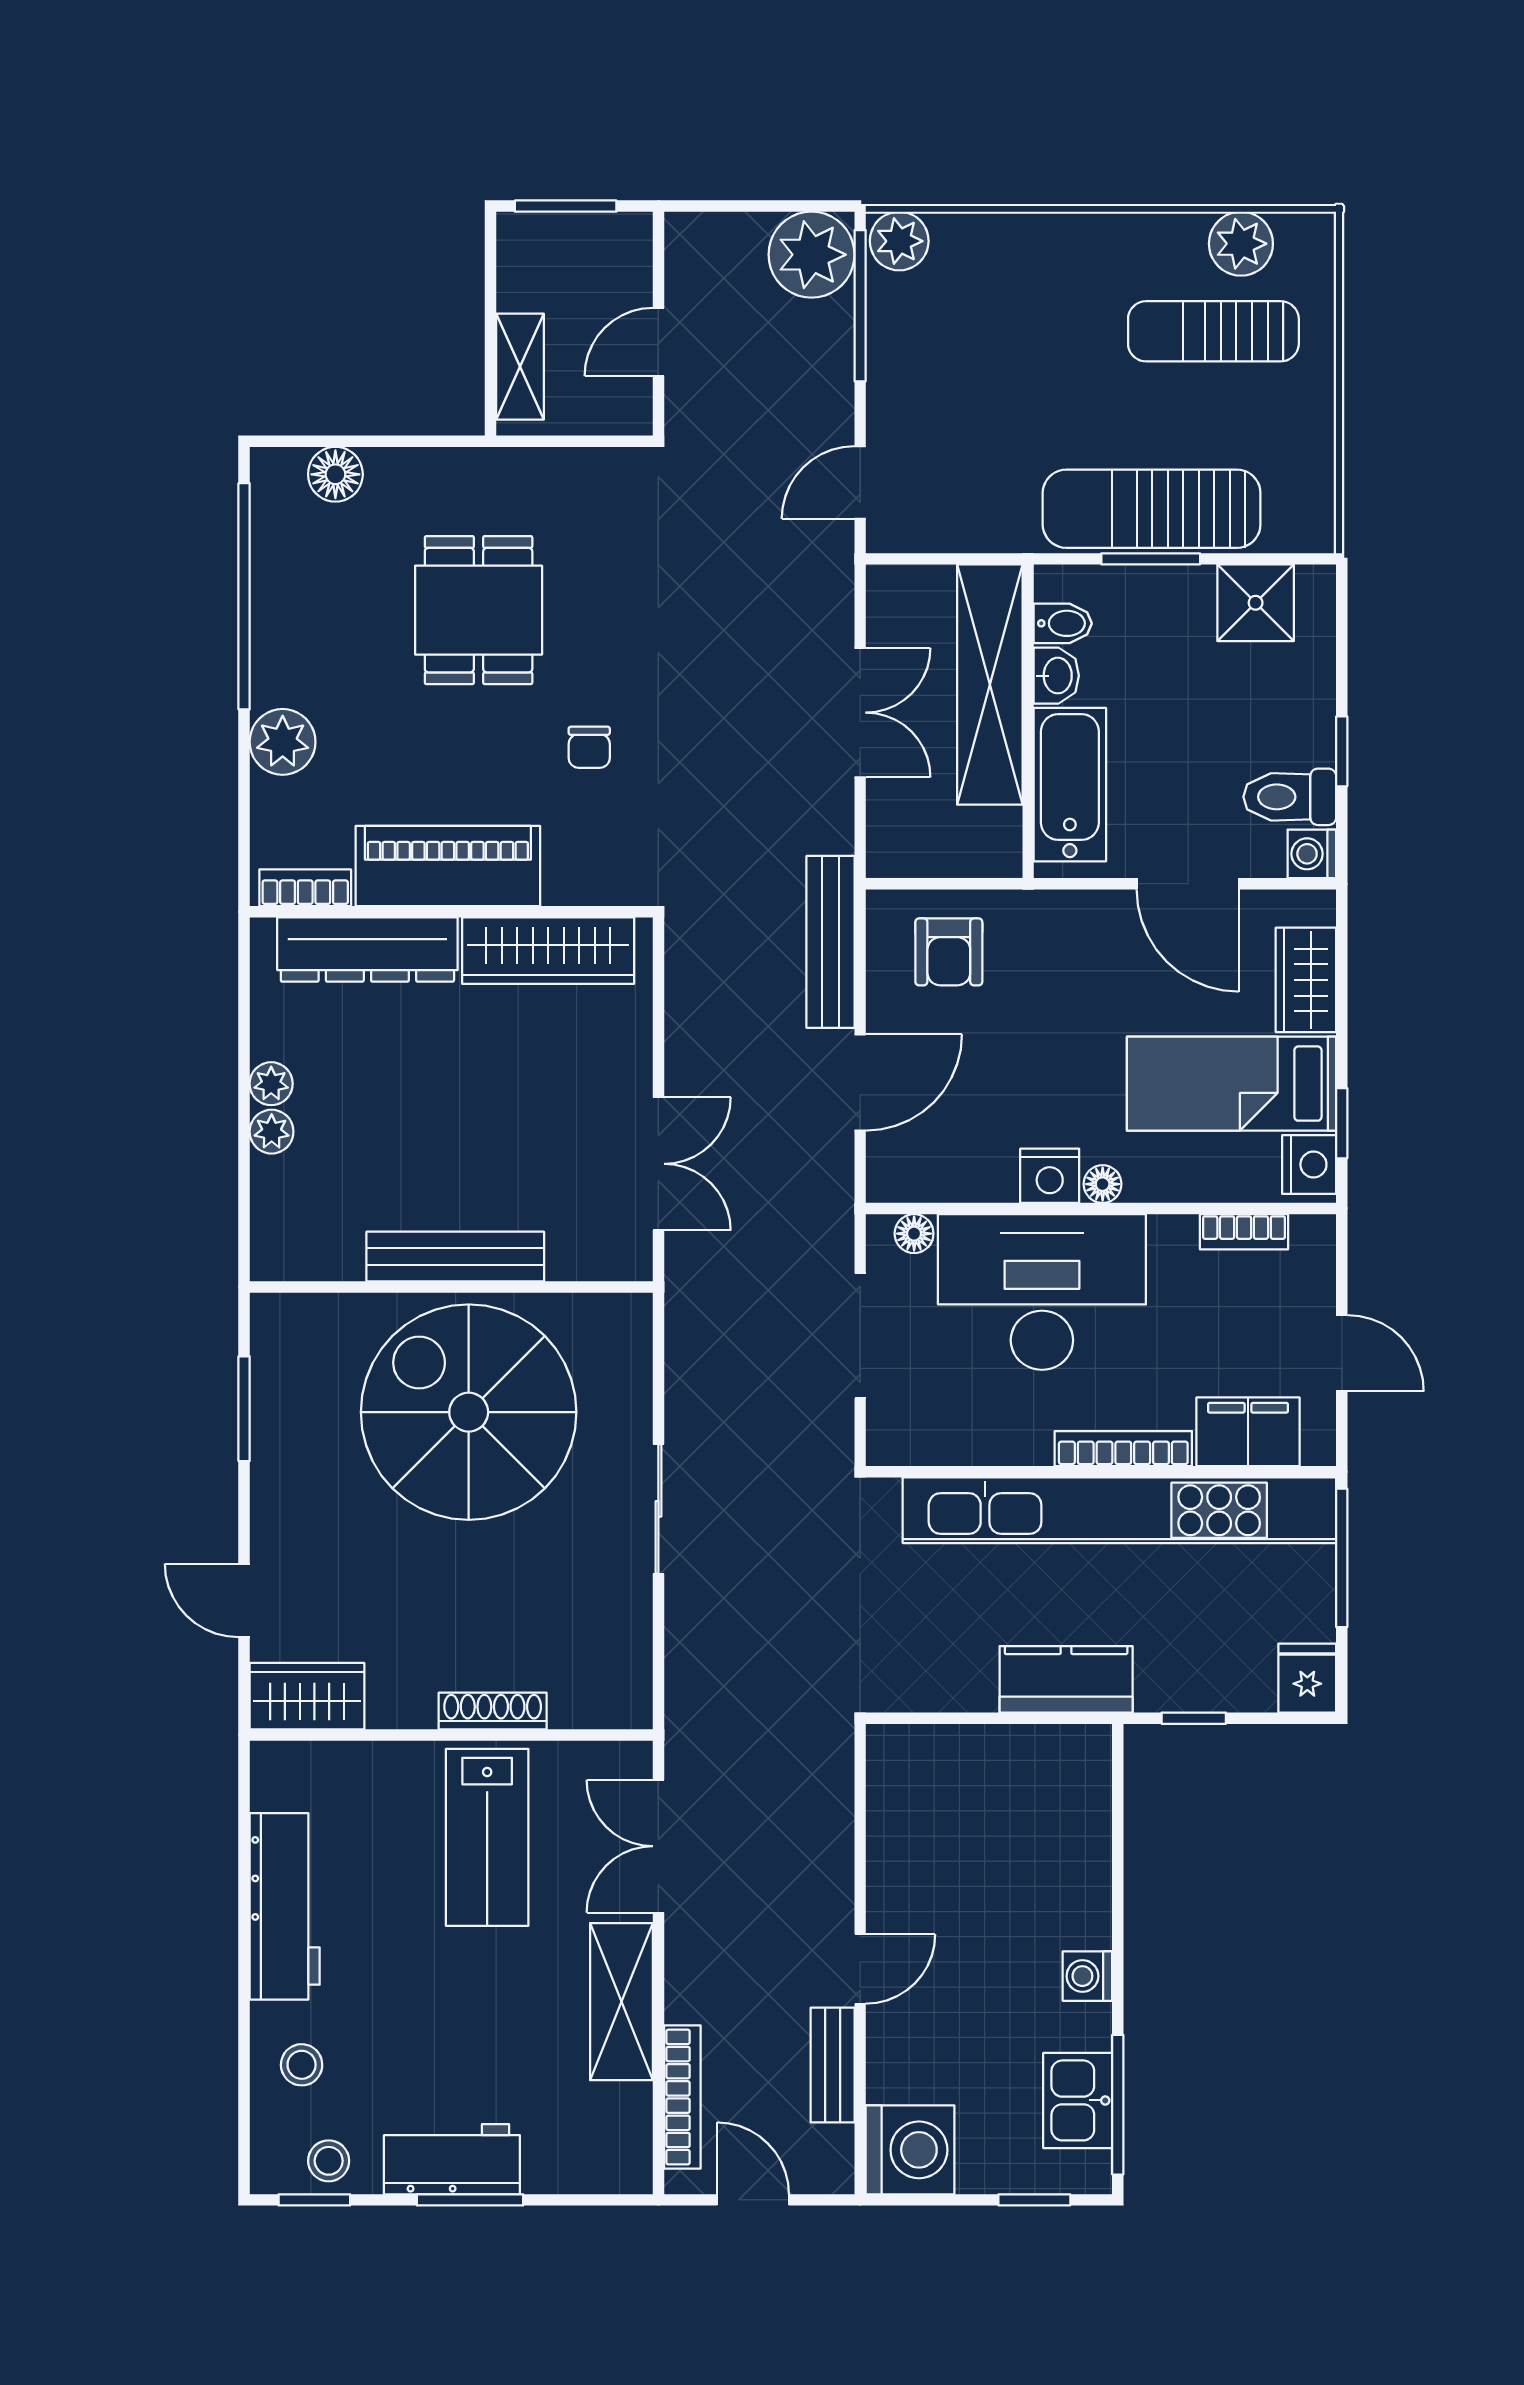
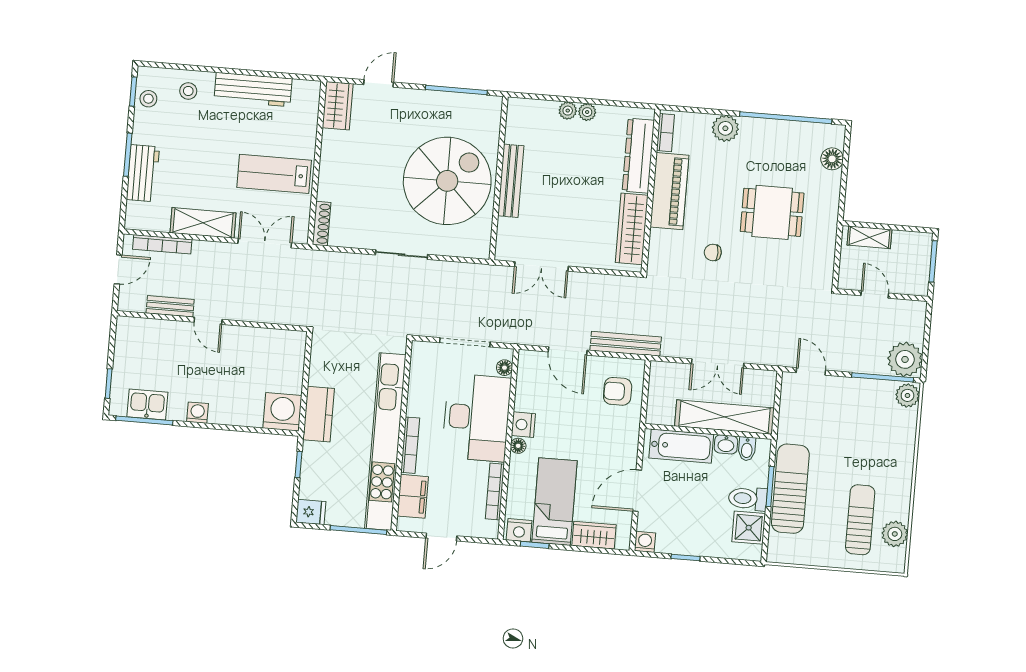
toilet: (1290, 797) -> (748, 499), moved, turned -90
bookcase: (1244, 1232) -> (495, 491), width x1.56
window: (244, 1409) -> (456, 90), width x1.44
shoe rack: (493, 1711) -> (322, 224), moved
washing machine: (910, 2150) -> (282, 412), moved, turned 180
workbench: (452, 2159) -> (143, 173), moved

